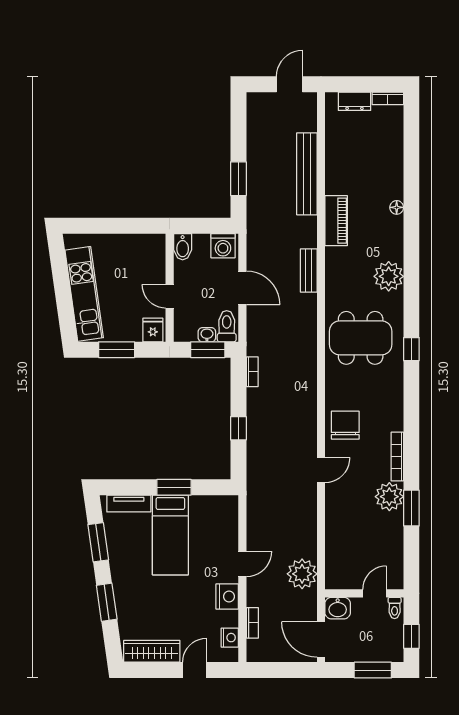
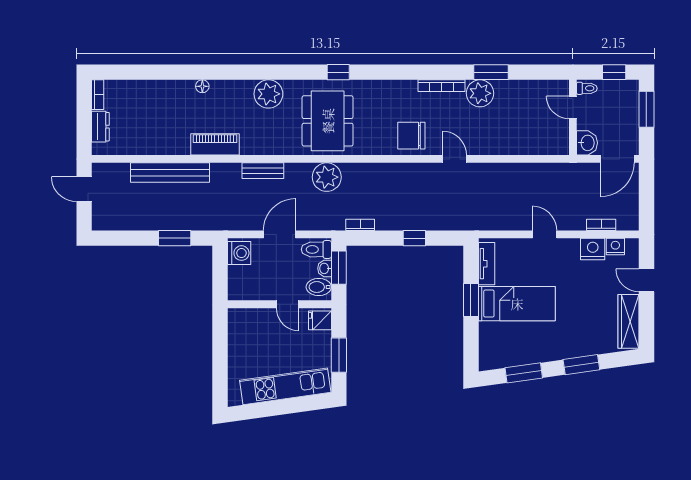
bidet: (183, 247) -> (319, 287), moved, turned 180
door: (170, 296) -> (288, 304), hinge flipped
tv unit: (129, 504) -> (487, 264), moved
plant: (302, 574) -> (327, 177), moved
nightstand: (227, 596) -> (593, 249), moved

